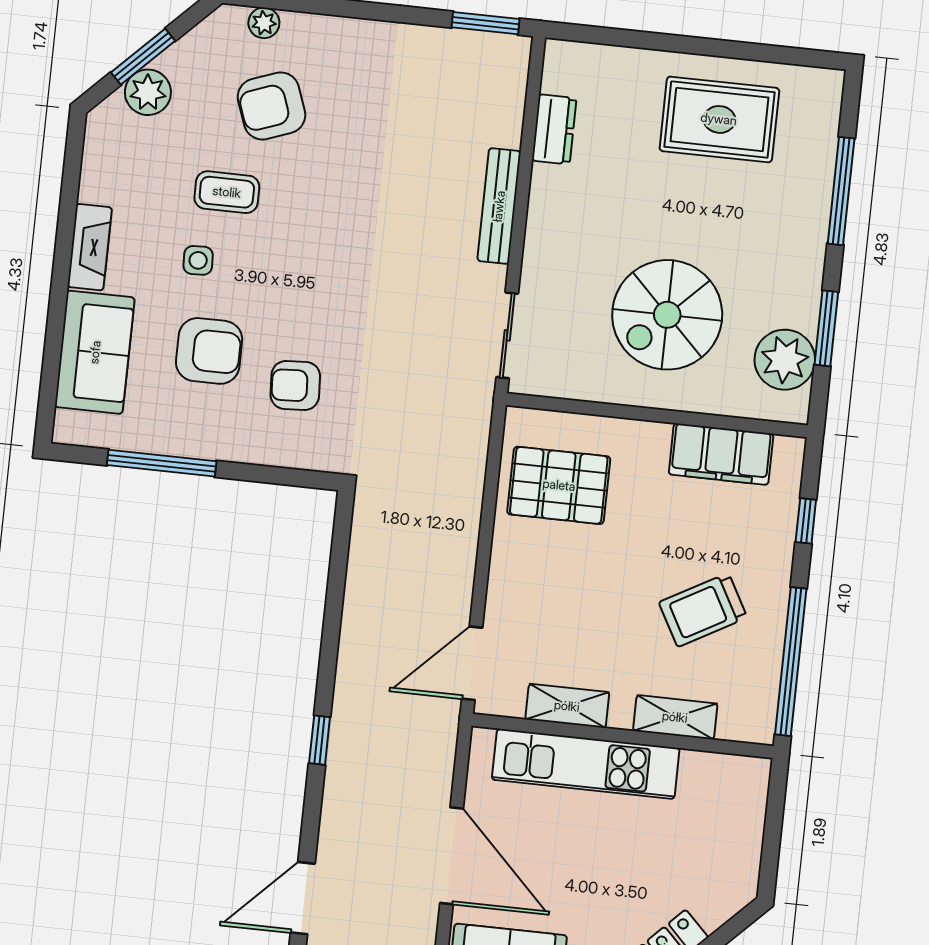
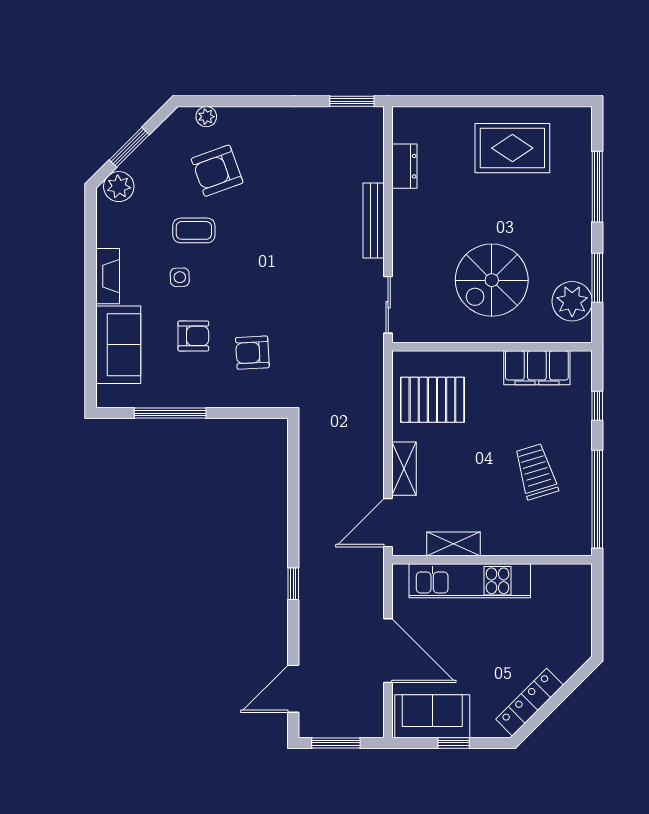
plant: (148, 92) -> (119, 187), moved
armchair: (209, 351) -> (193, 336), width x0.72, depth x0.72
trolley: (703, 610) -> (536, 471), turned 102
shelving: (675, 717) -> (404, 469), moved, turned 90

